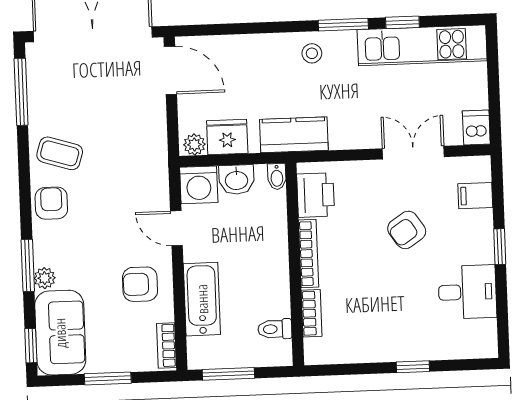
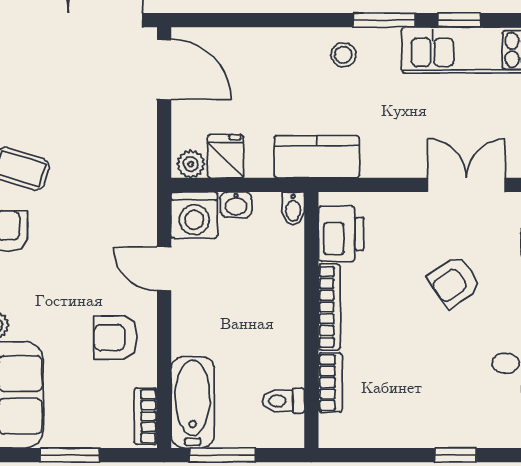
fridge: (227, 137) -> (225, 156), width x0.72
washbasin: (236, 180) -> (236, 205), width x0.72, depth x0.69
bathtub: (202, 299) -> (193, 402), moved

